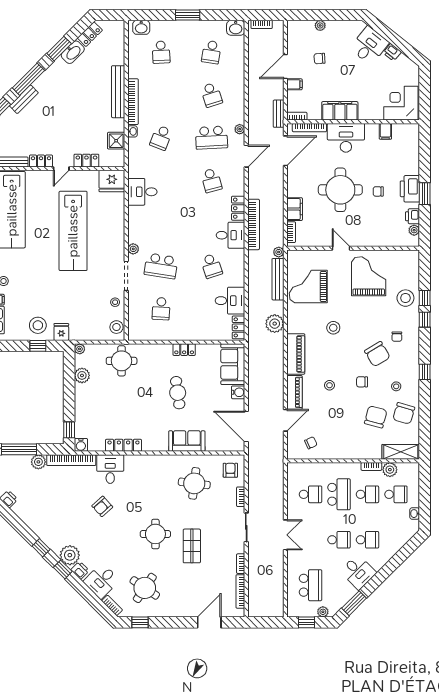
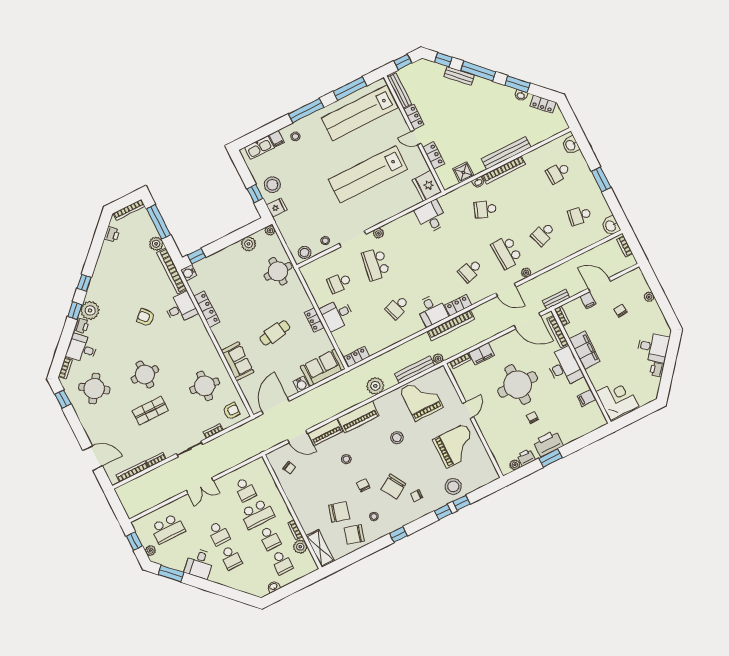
washbasin: (73, 52) -> (521, 95), width x0.52, depth x0.69
desk: (230, 301) -> (337, 315), moved, turned 90

